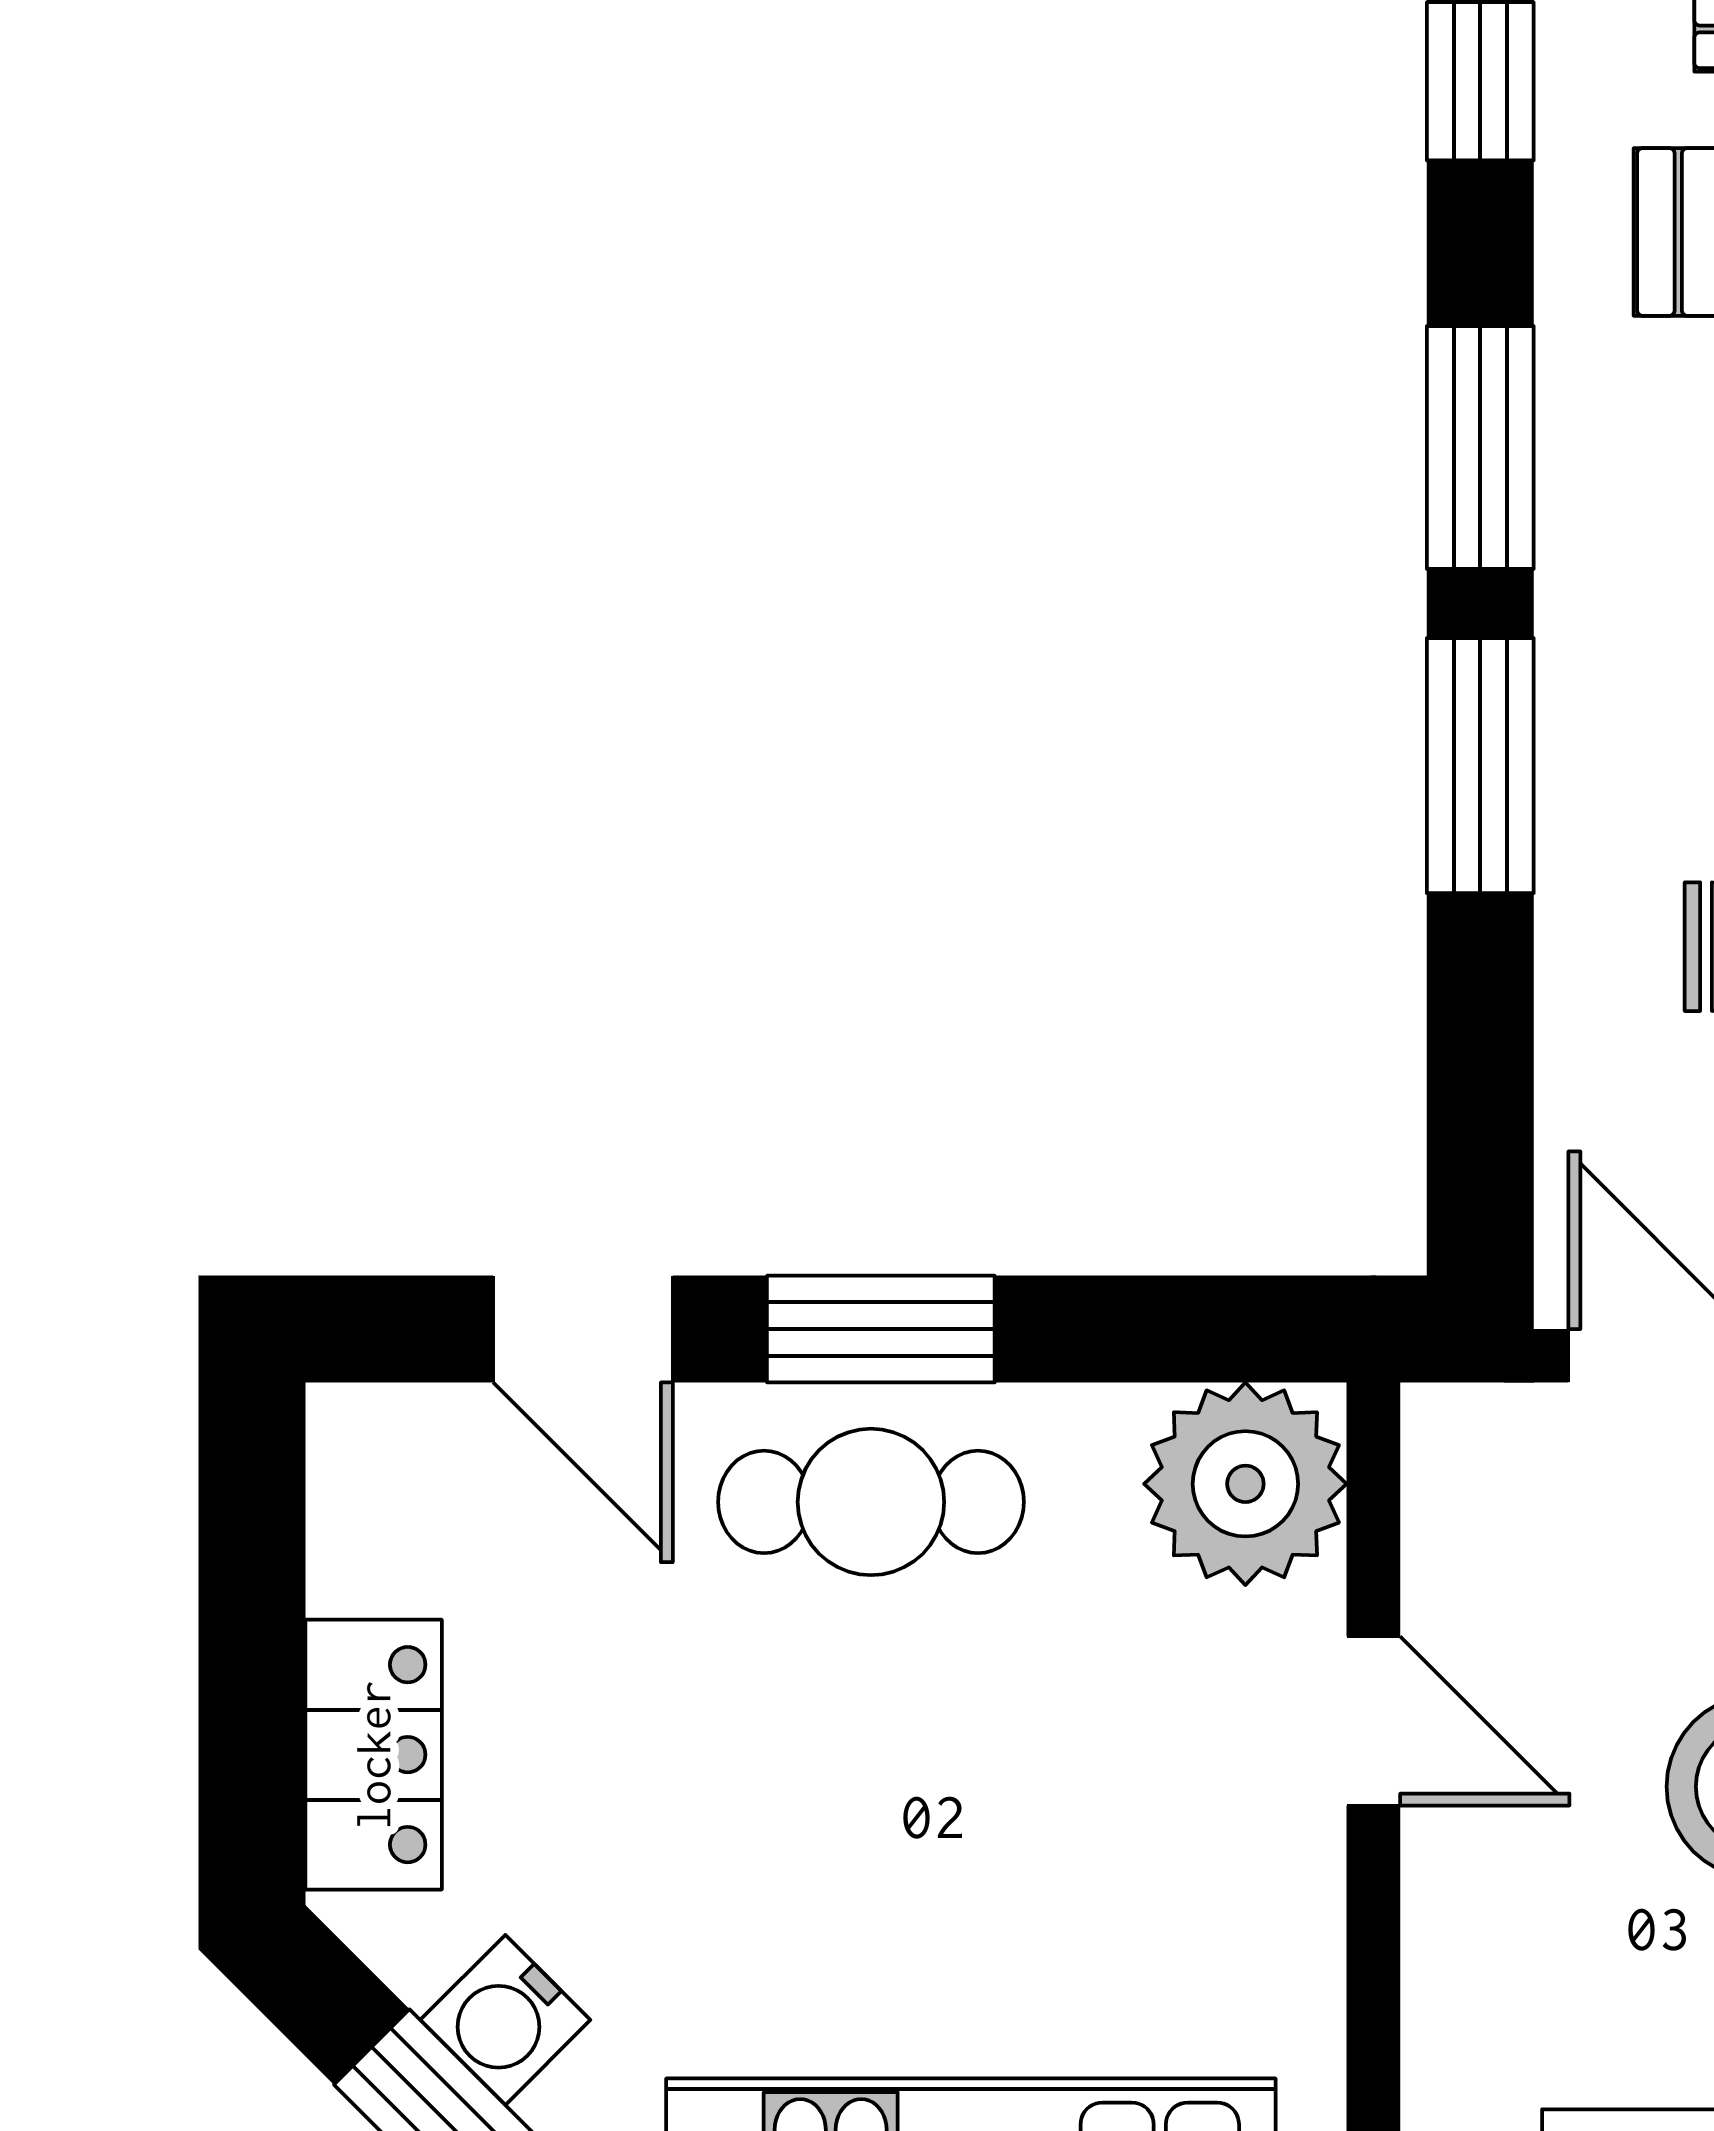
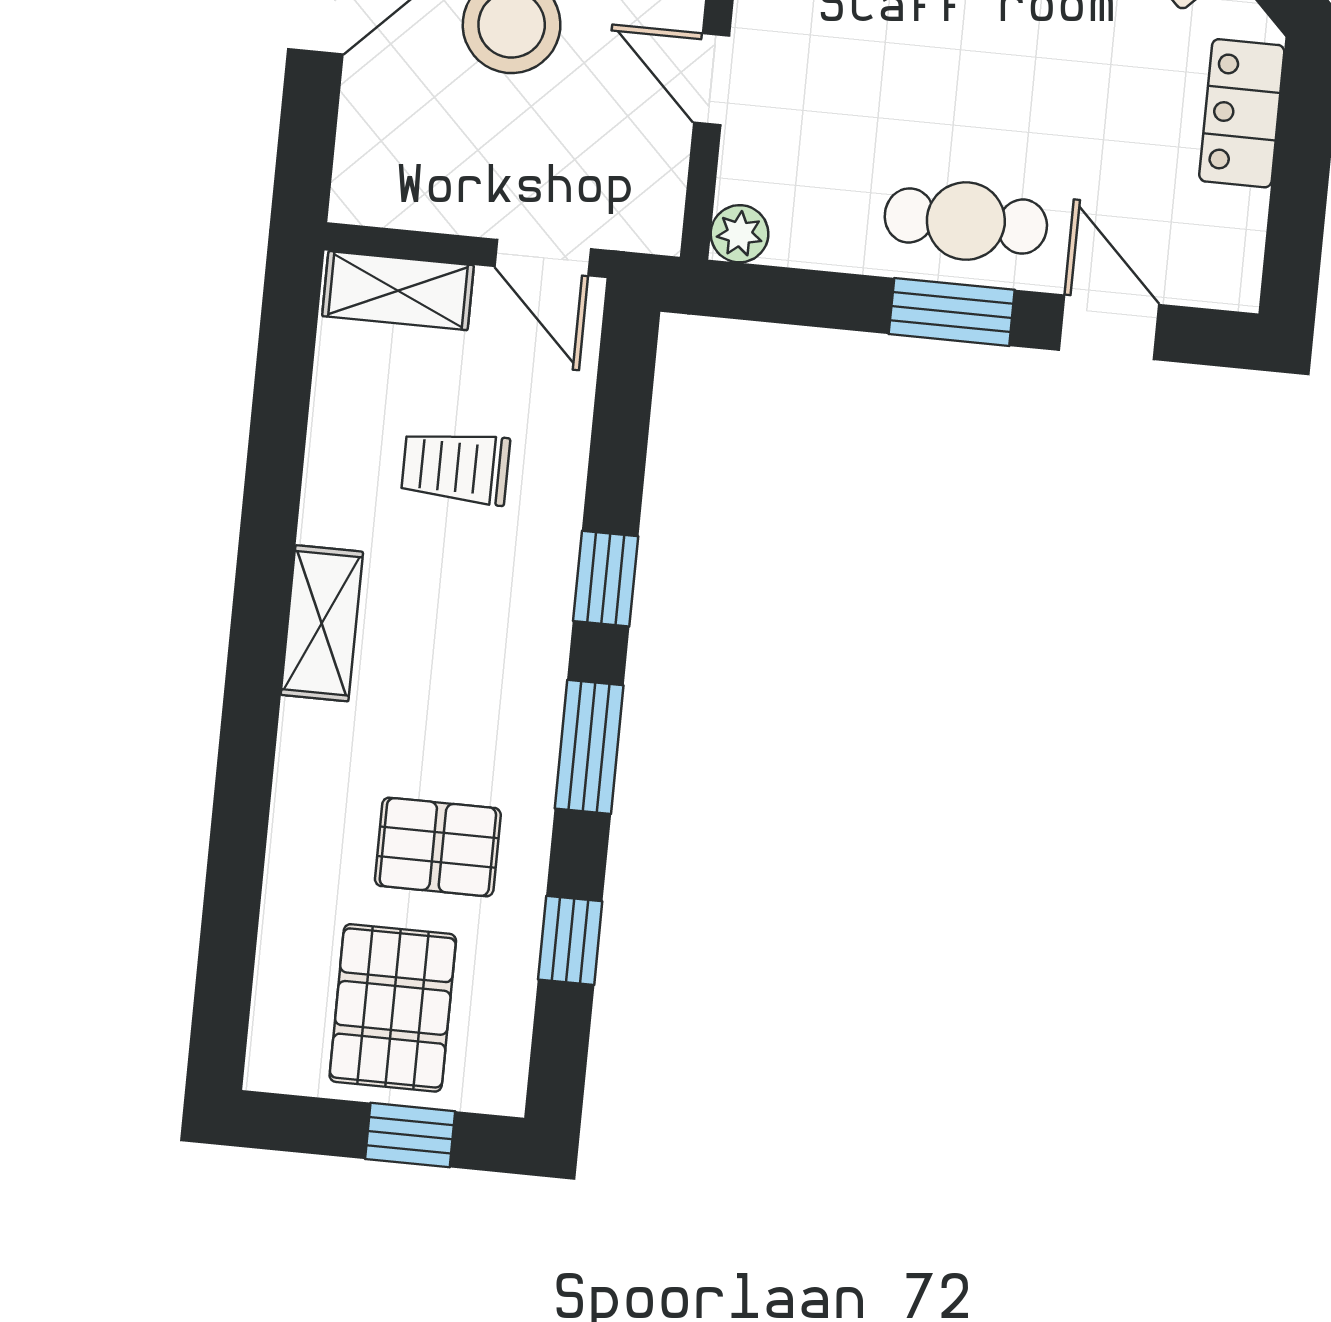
window: (1480, 766) -> (606, 579), width x0.67
plant: (1245, 1484) -> (740, 234), width x0.53, depth x0.53

